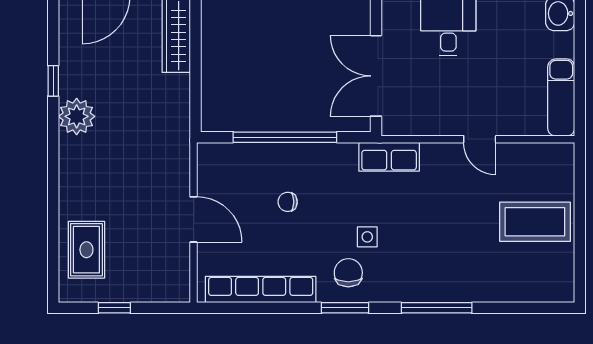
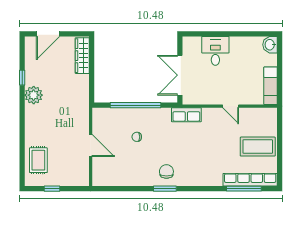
side table: (367, 237) -> (176, 154), removed
row of seats: (261, 290) -> (250, 180), moved
window: (437, 308) -> (244, 189), moved

